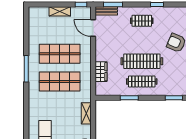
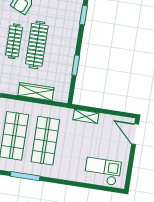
wardrobe: (101, 72) -> (36, 92), width x1.50
clothes rail: (142, 81) -> (14, 41), moved

